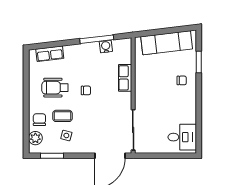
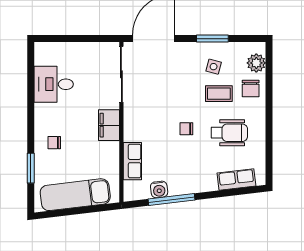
row of seats: (125, 78) -> (132, 161), moved
filing cabinet: (142, 93) -> (109, 125), added
desk: (182, 137) -> (54, 84), moved
window: (52, 156) -> (212, 39), moved

